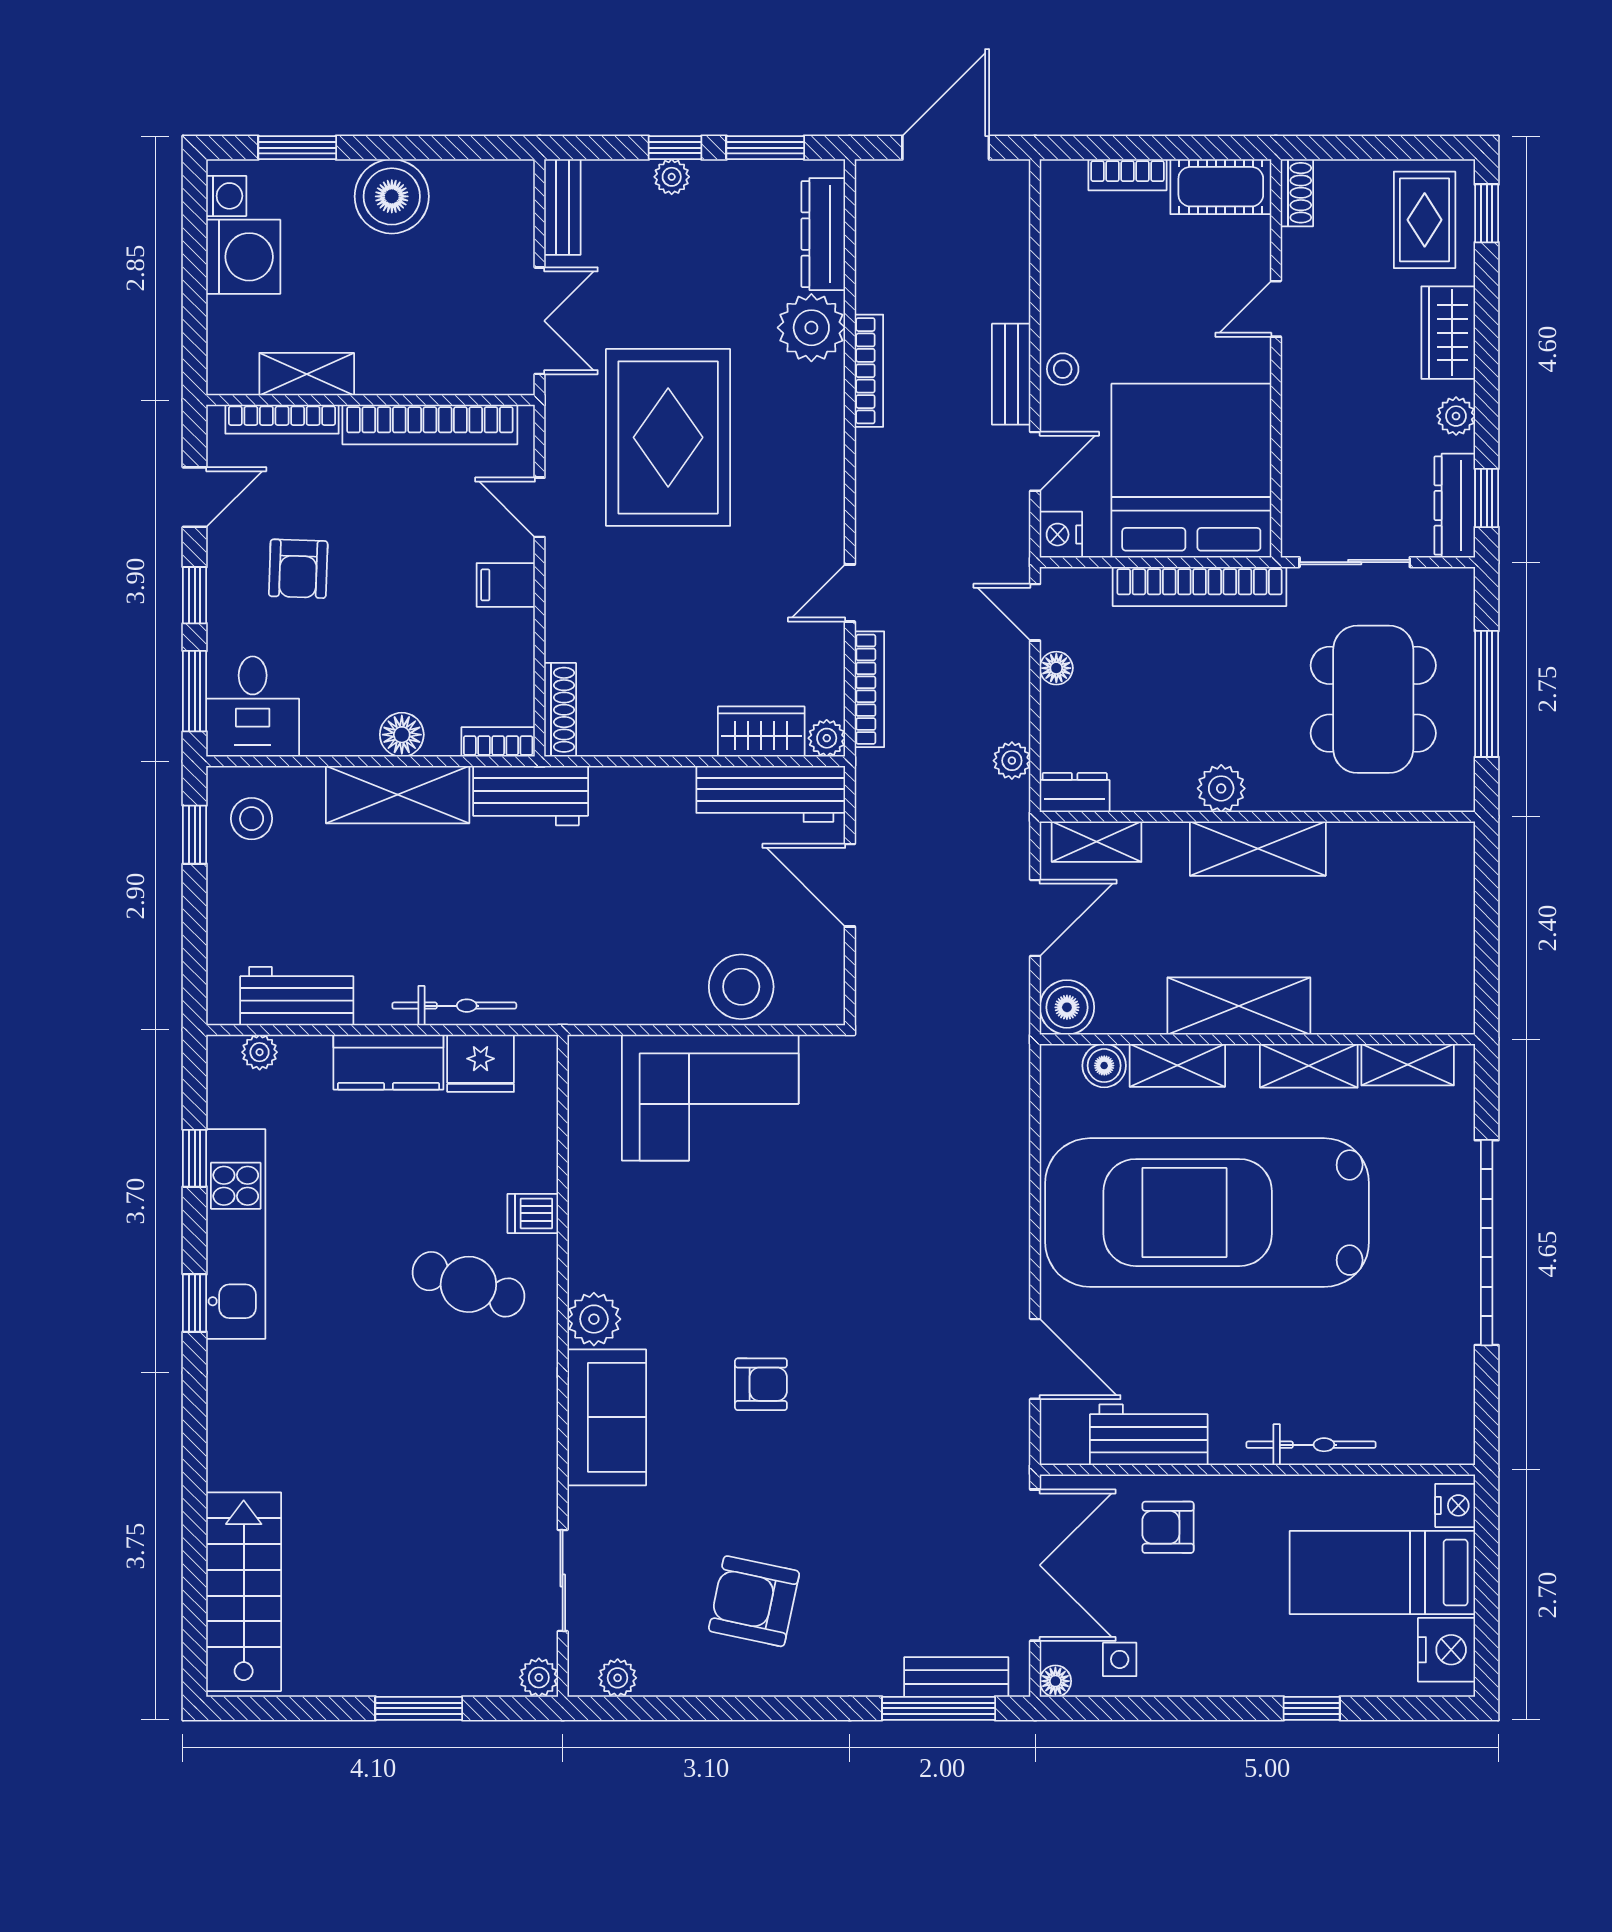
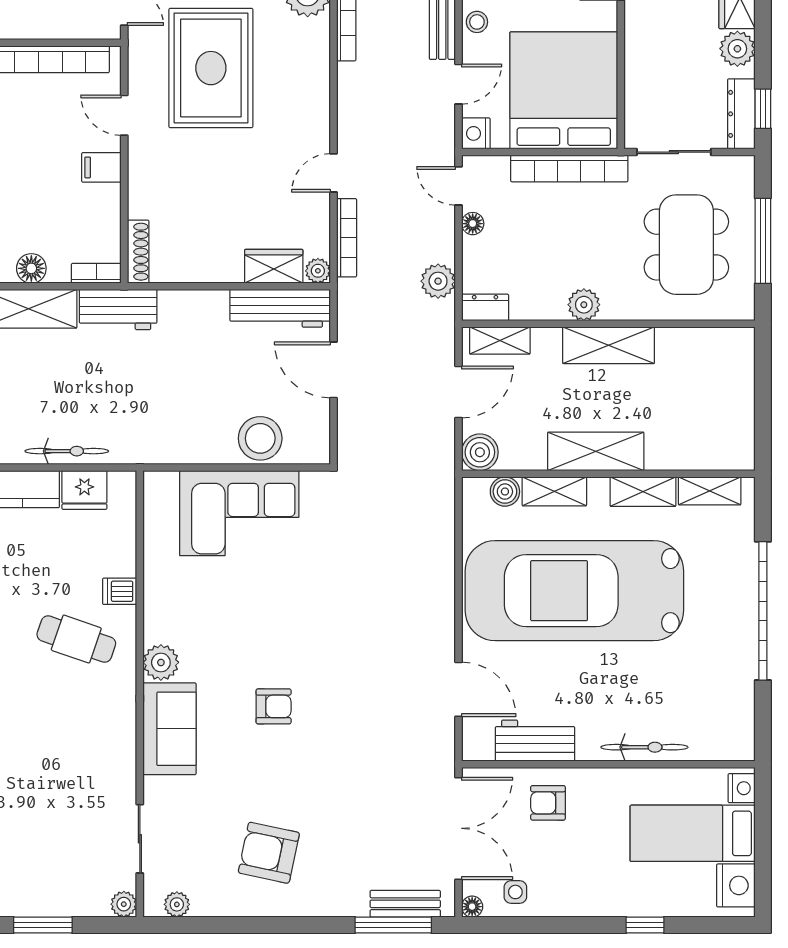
plant: (1456, 416) -> (737, 49), width x1.38, depth x1.38
plant: (1012, 761) -> (438, 281), width x1.38, depth x1.38

